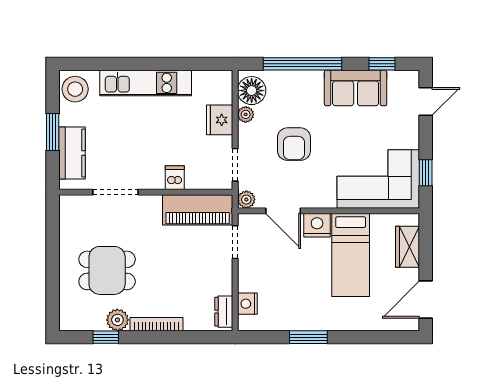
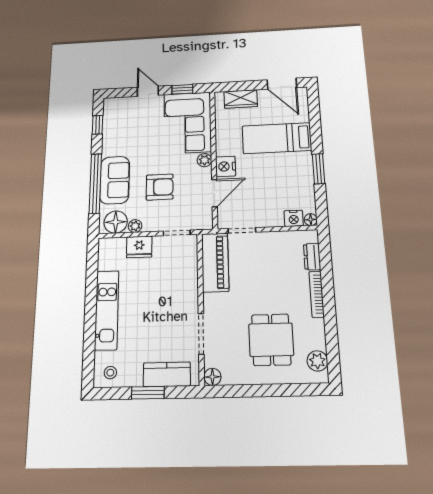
sofa: (356, 88) -> (115, 180), moved
stool: (75, 89) -> (110, 373), width x0.53, depth x0.53
door: (426, 102) -> (148, 91), moved
dishwasher: (175, 178) -> (188, 282), removed
plant: (246, 200) -> (204, 160), moved
floor lamp: (68, 204) -> (212, 377), added
bed: (351, 255) -> (277, 138), moved, turned 180
dresser: (224, 312) -> (312, 257), moved, turned 90
plant: (117, 320) -> (317, 361), moved
floor lamp: (245, 323) -> (311, 220), added
window: (106, 337) -> (332, 339), removed

